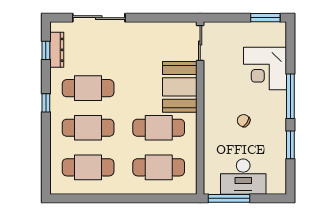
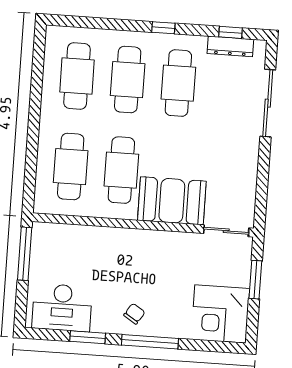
window: (265, 18) -> (255, 280), moved
corner desk: (265, 69) -> (220, 314), moved, turned -90
chair: (244, 121) -> (134, 314), moved
desk: (243, 177) -> (62, 308), moved, turned -90

